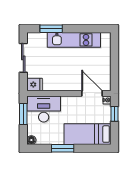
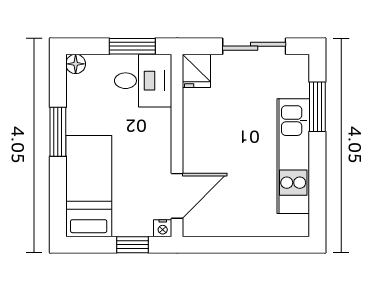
desk: (44, 109) -> (143, 81), width x0.73

